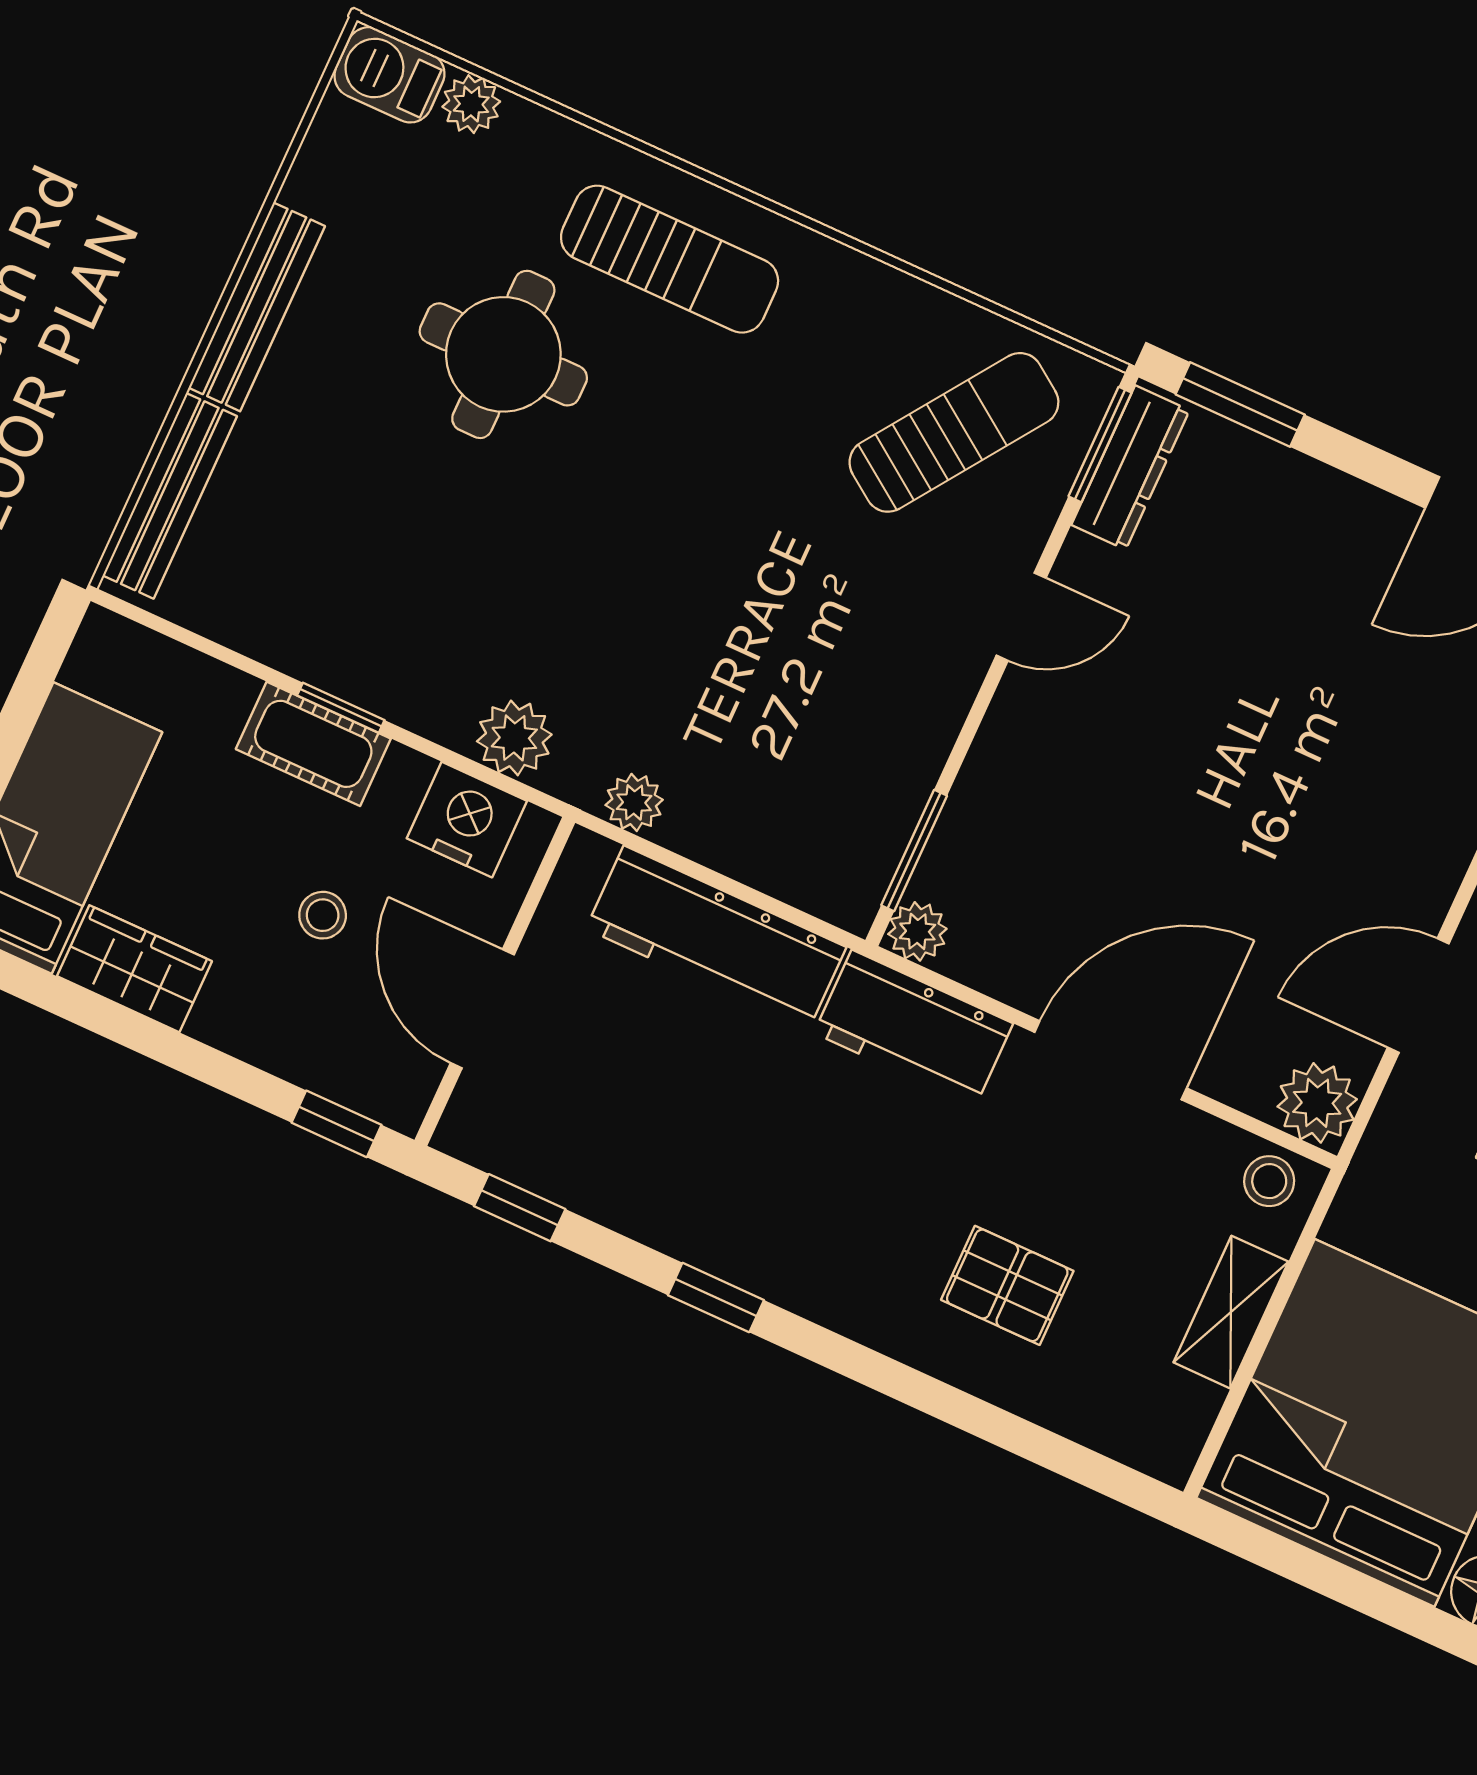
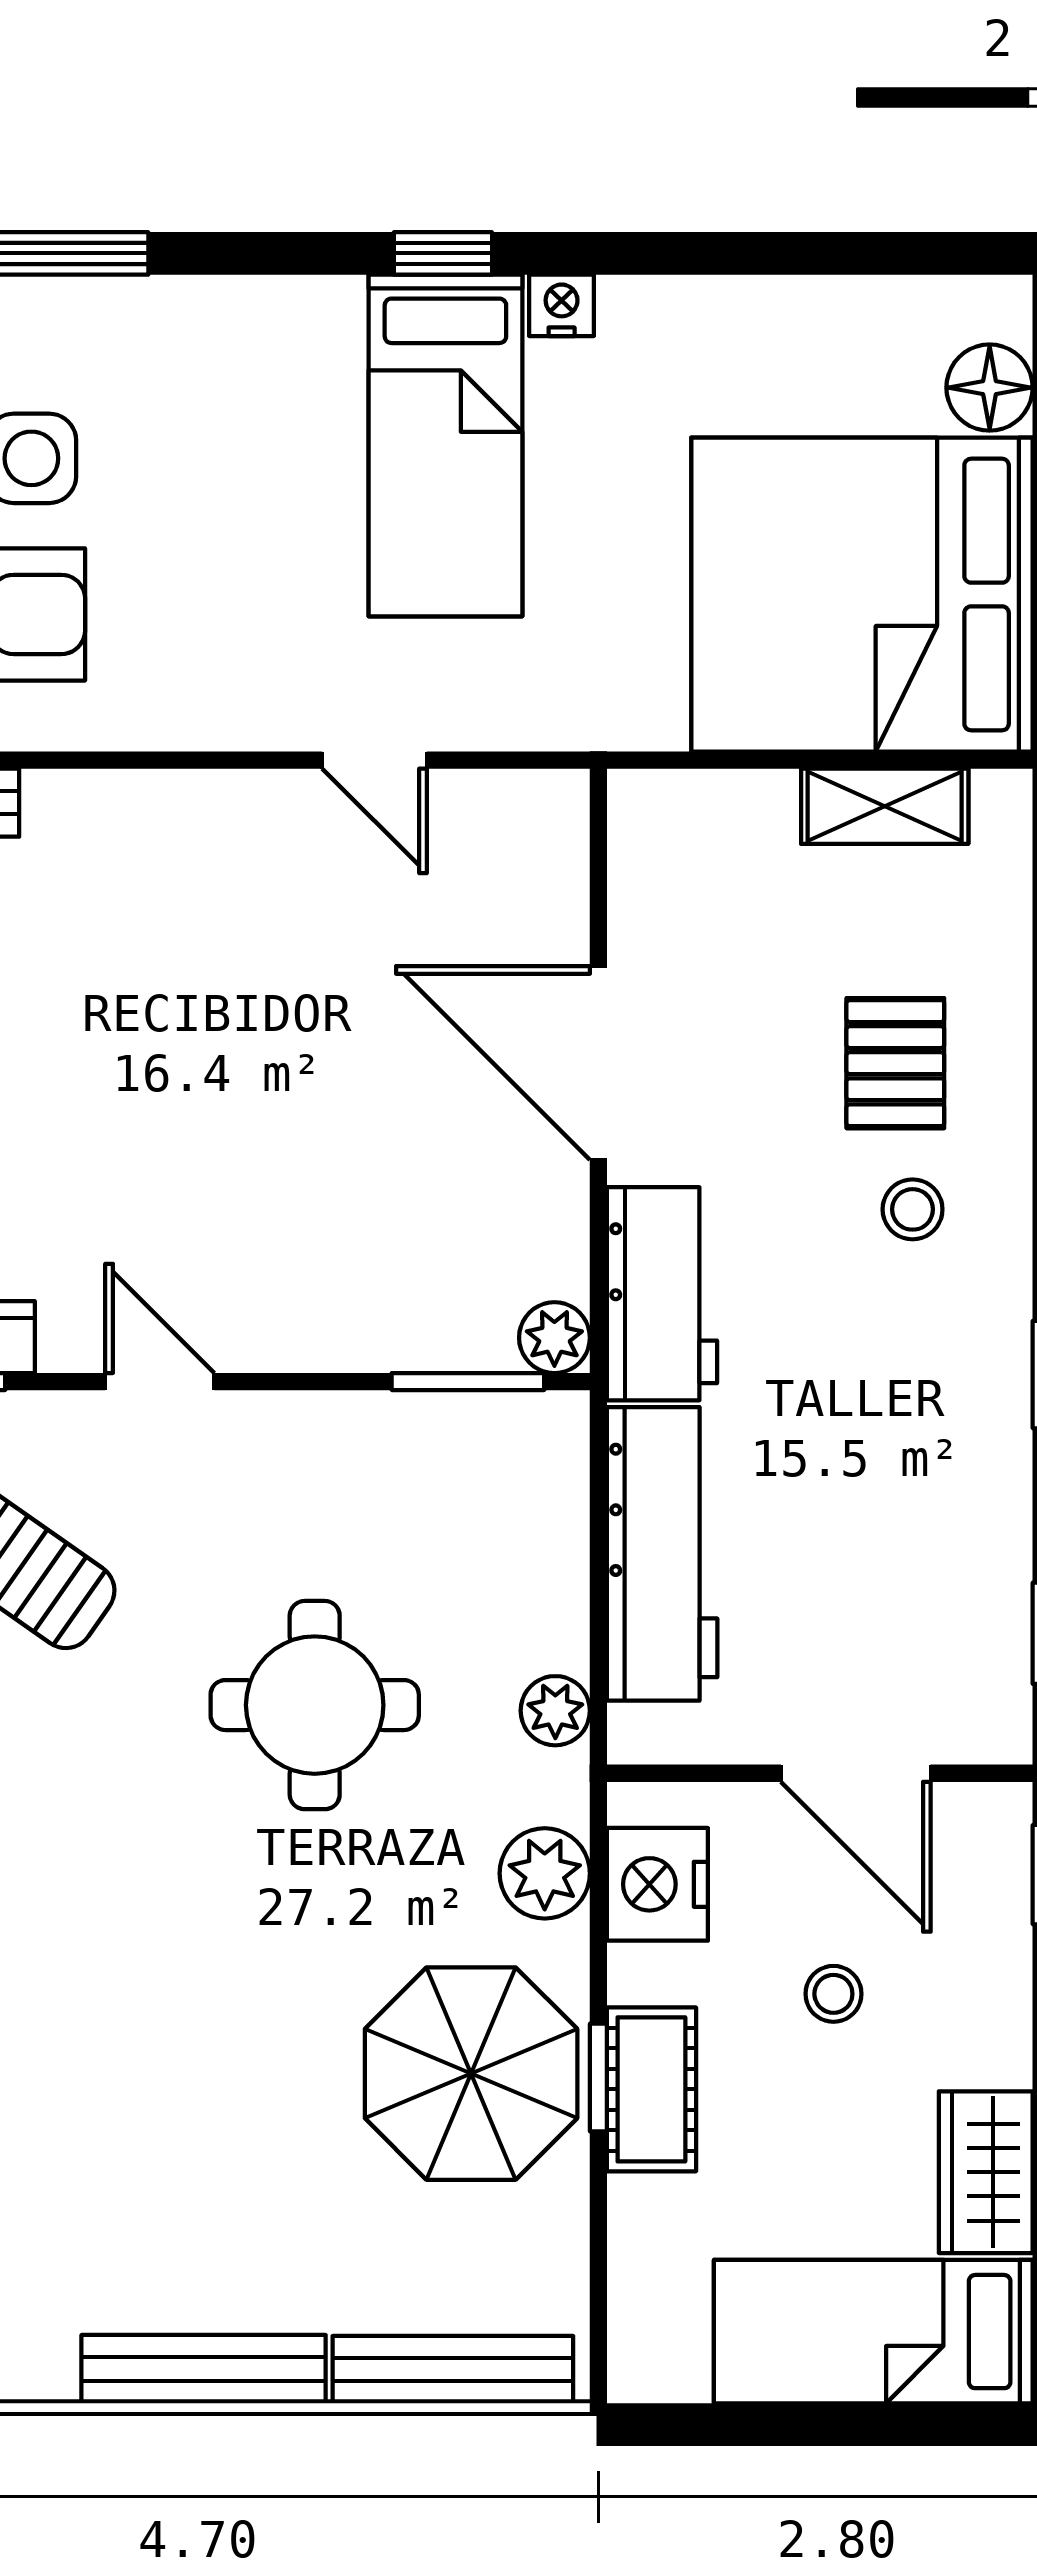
round table: (503, 354) -> (315, 1705), moved
parasol: (388, 612) -> (471, 2074), added
door: (1418, 996) -> (375, 760), width x0.73
door: (482, 1009) -> (856, 1773), hinge flipped
plant: (1317, 1103) -> (542, 817), removed
stool: (1269, 1181) -> (913, 1209), moved
shelving: (1231, 1312) -> (885, 806), moved

